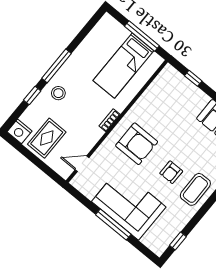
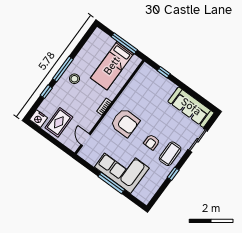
stool: (58, 93) -> (74, 79), moved
door: (82, 164) -> (86, 140), hinge flipped
window: (178, 241) -> (173, 174), moved

